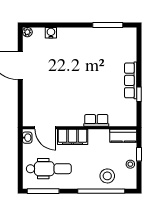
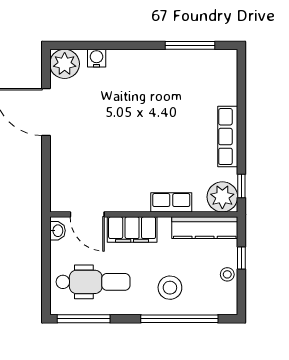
plant: (27, 32) -> (65, 64), width x1.88, depth x1.88
window: (139, 94) -> (241, 186), moved
plant: (127, 117) -> (222, 197), added
kitchen counter: (123, 136) -> (205, 228), width x1.50
stool: (107, 176) -> (170, 288), moved

